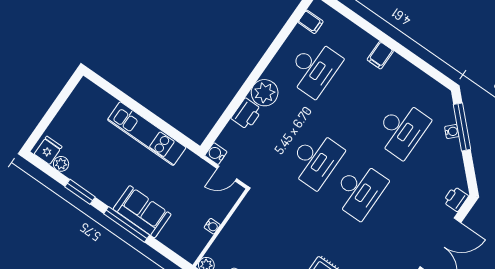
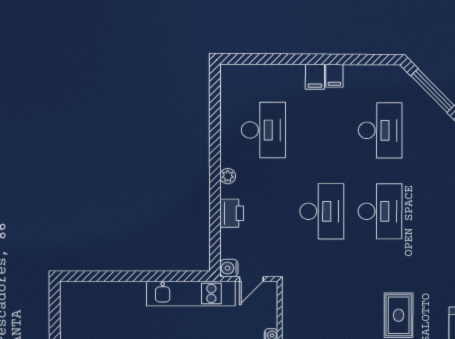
filing cabinet: (311, 22) -> (334, 76), moved, turned 90
plant: (265, 93) -> (228, 176), width x0.53, depth x0.53
water cooler: (452, 131) -> (426, 101), removed
kitchen unit: (147, 134) -> (191, 294), moved

